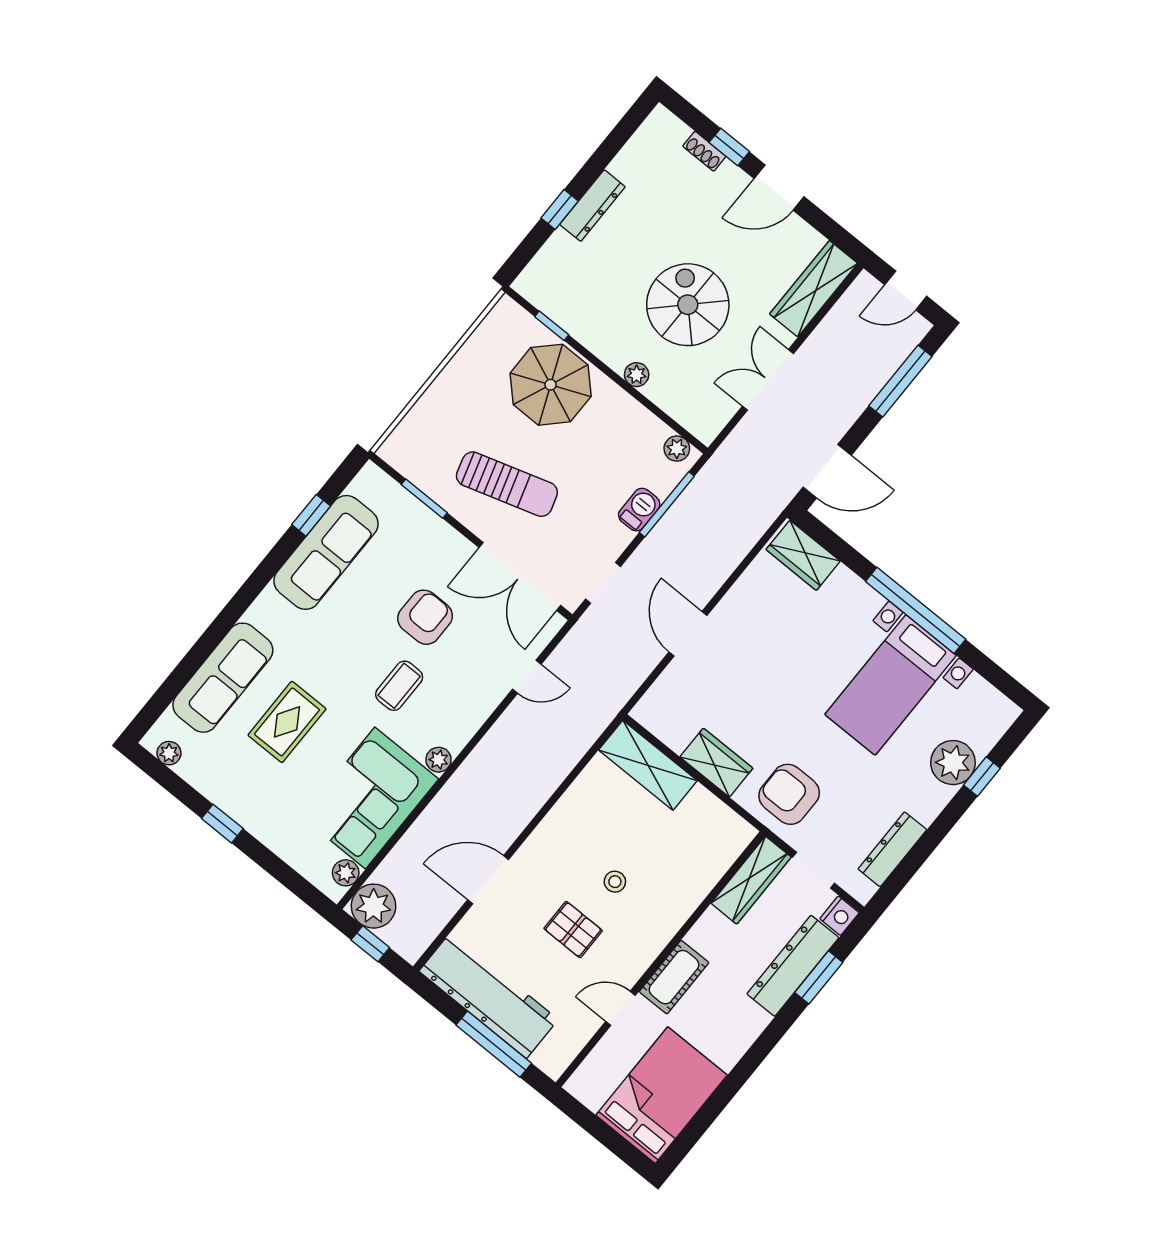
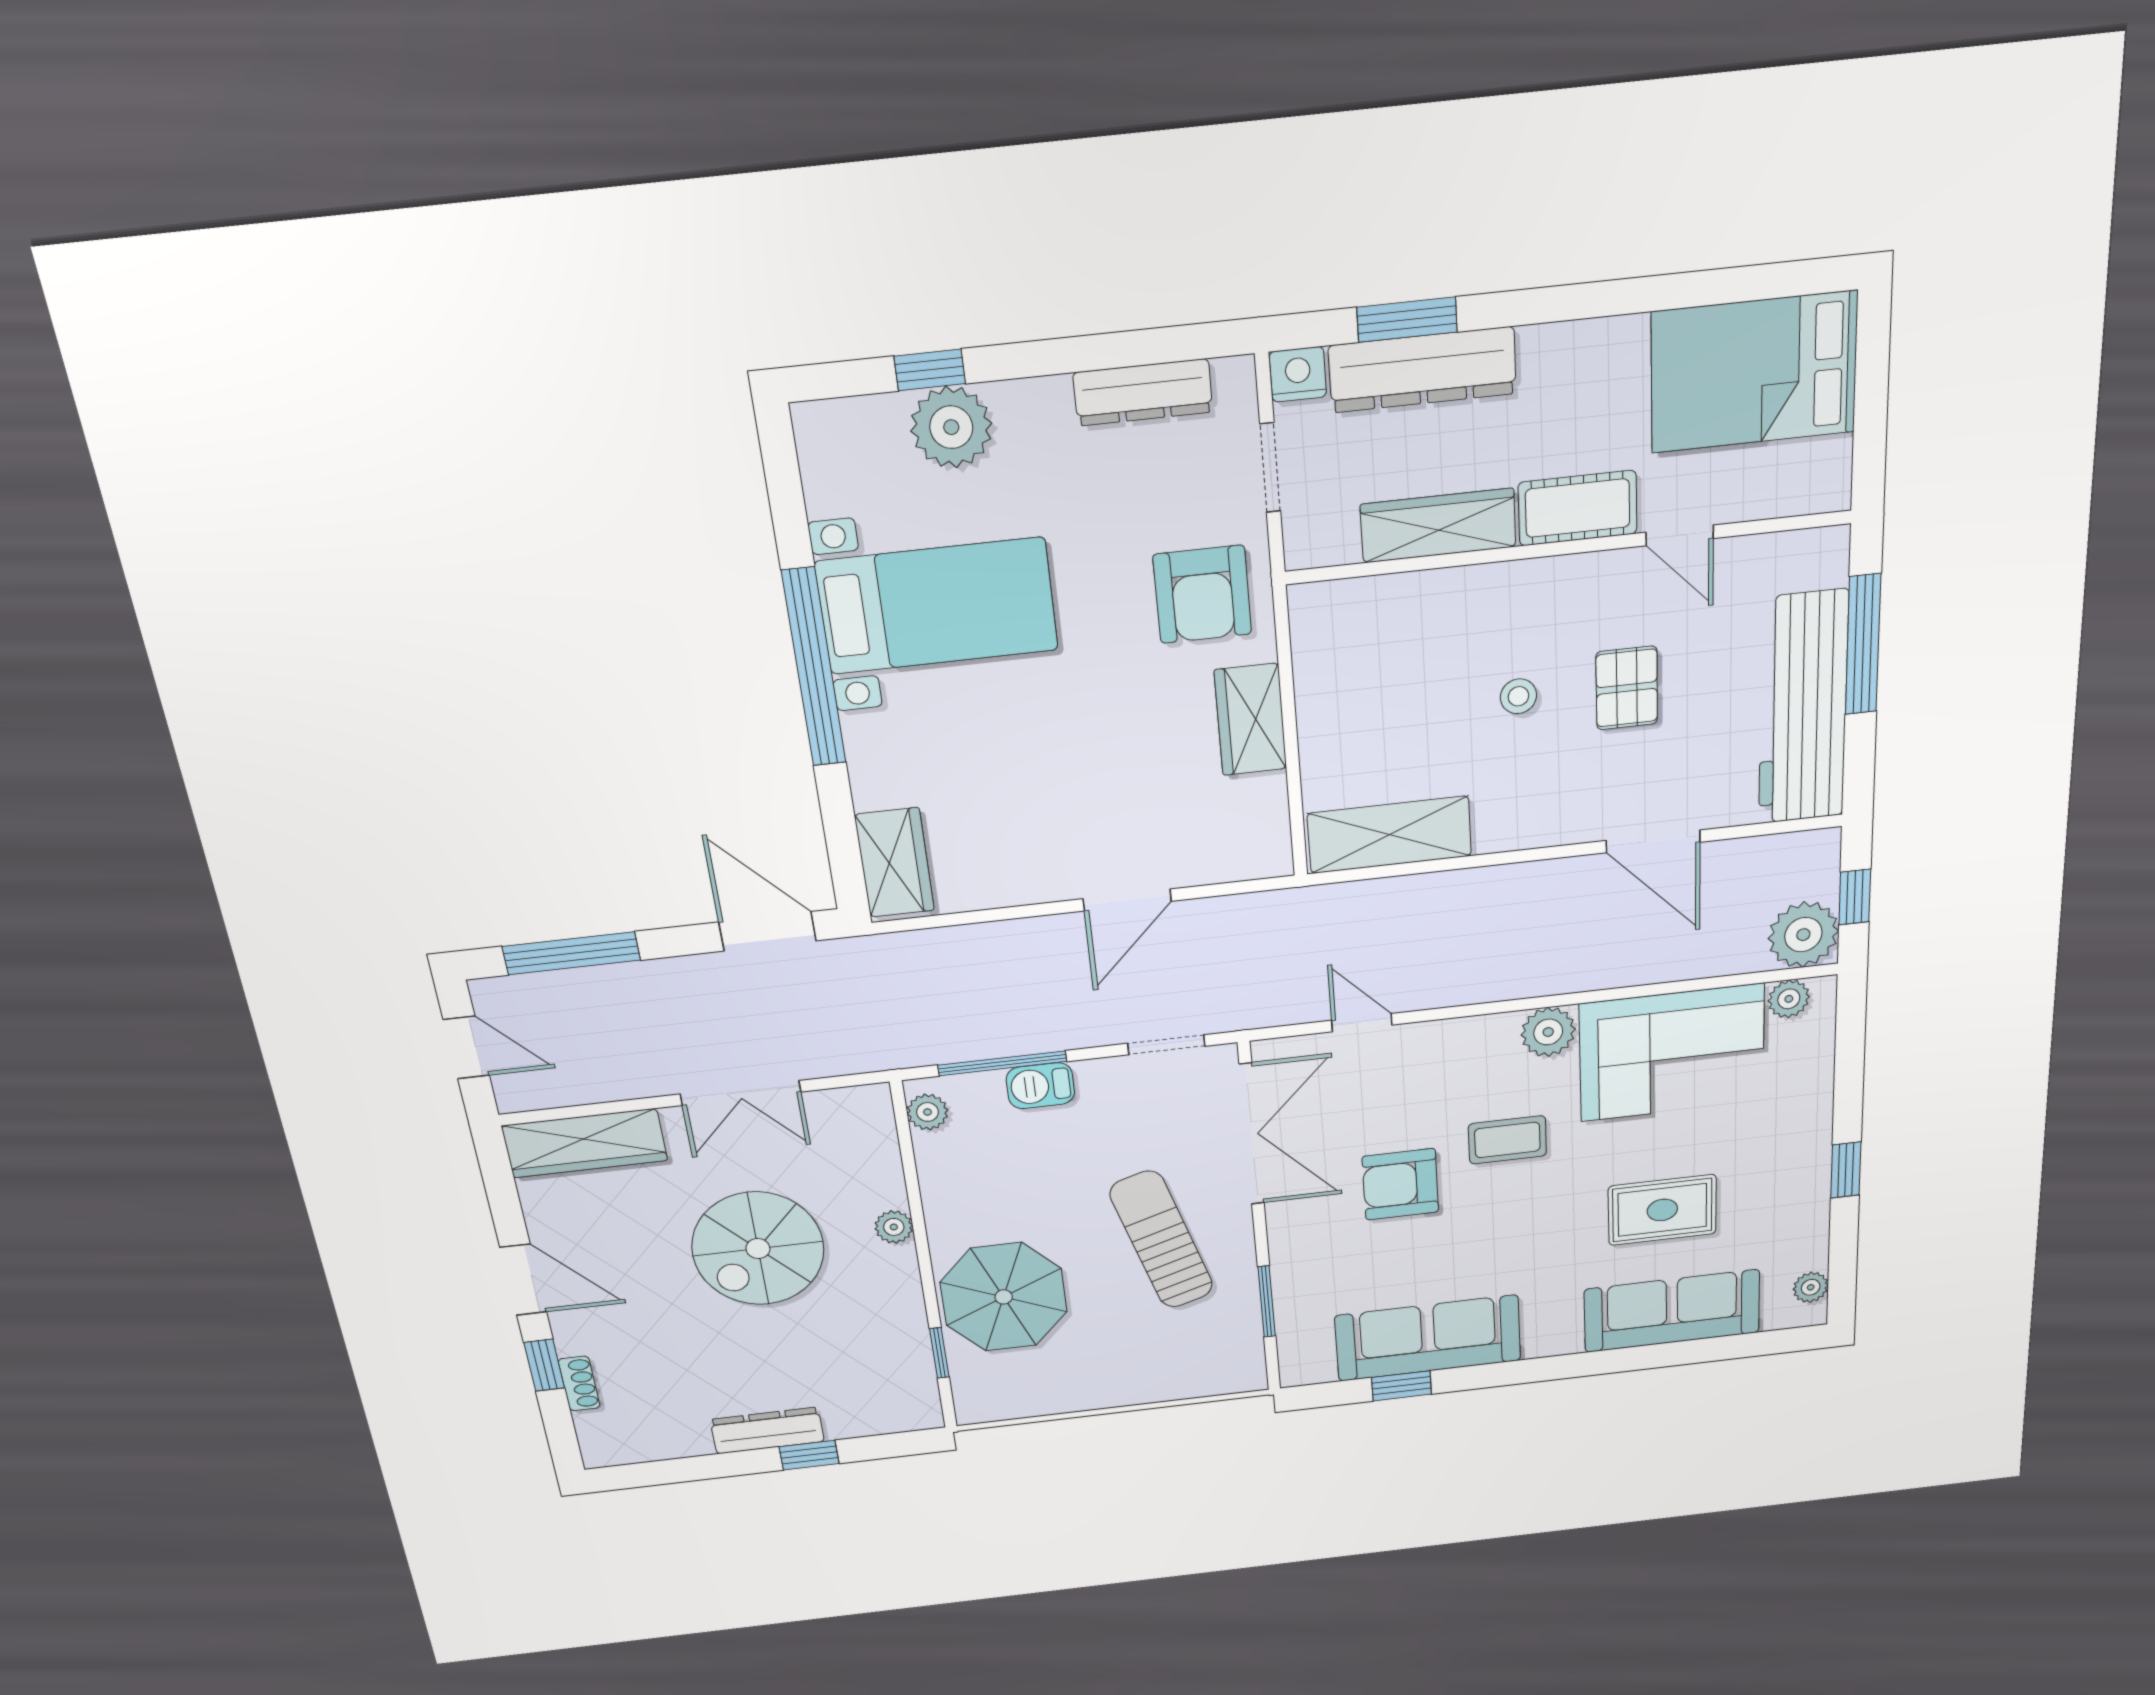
plant: (439, 760) -> (1548, 1032), width x1.38, depth x1.38
shelving: (648, 765) -> (1389, 835), moved, turned 90
wardrobe: (751, 880) -> (1438, 526), moved

